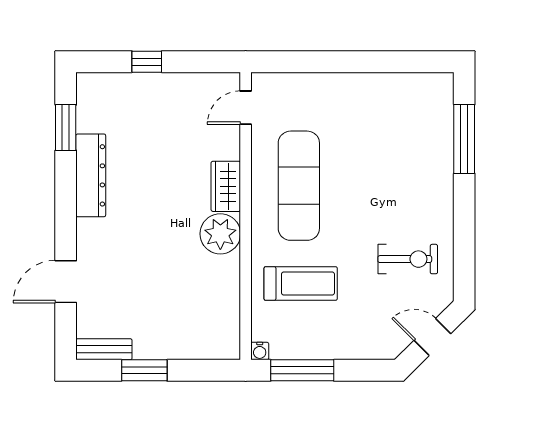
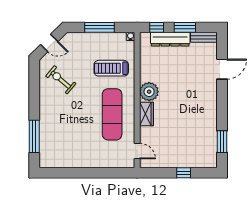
door: (246, 108) -> (137, 151), hinge flipped
dresser: (91, 175) -> (170, 39), moved, turned -90
exercise bike: (408, 259) -> (61, 80), turned 40
window: (204, 370) -> (157, 27), added
window: (302, 370) -> (100, 27), moved

